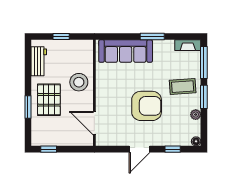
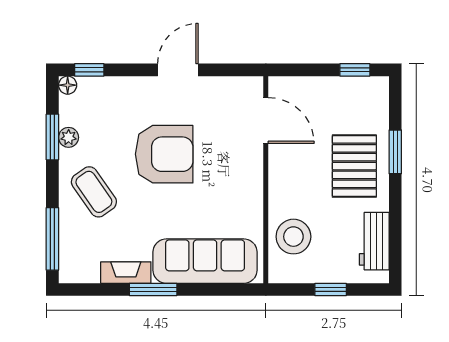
fireplace: (188, 45) -> (126, 273), moved
stool: (79, 82) -> (293, 237), moved
coffee table: (183, 87) -> (94, 192), turned 59
window: (204, 97) -> (52, 137), moved
armchair: (147, 106) -> (164, 154), turned 180
window: (173, 149) -> (89, 70), moved

